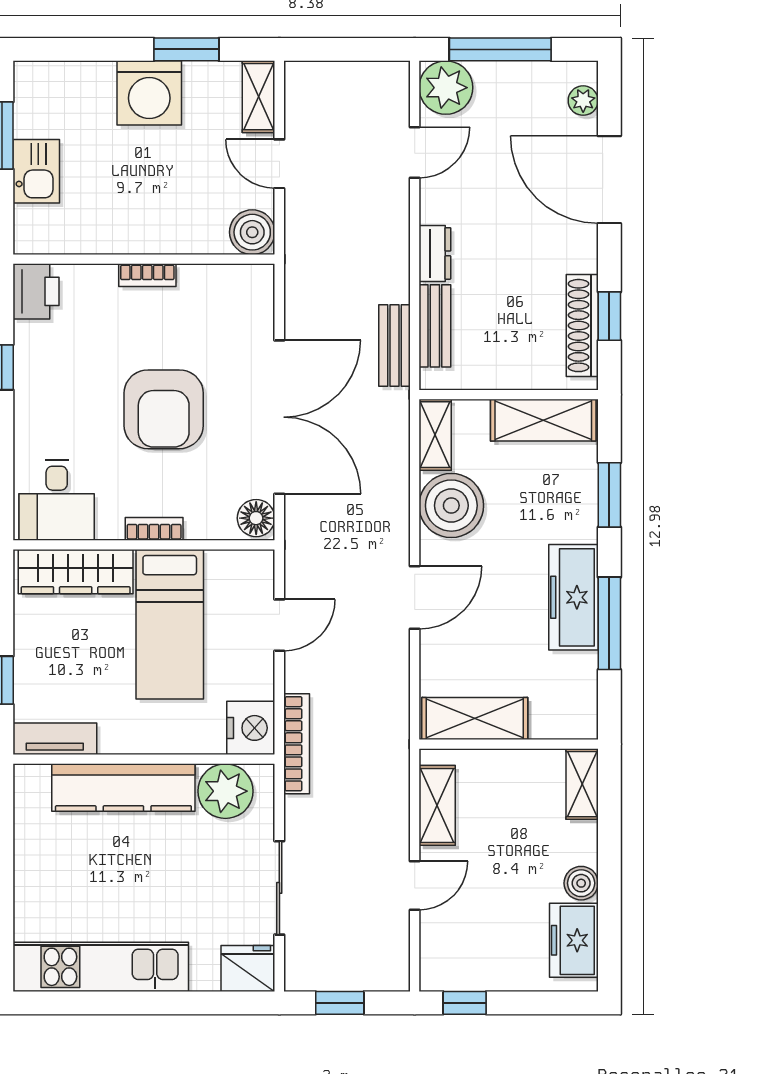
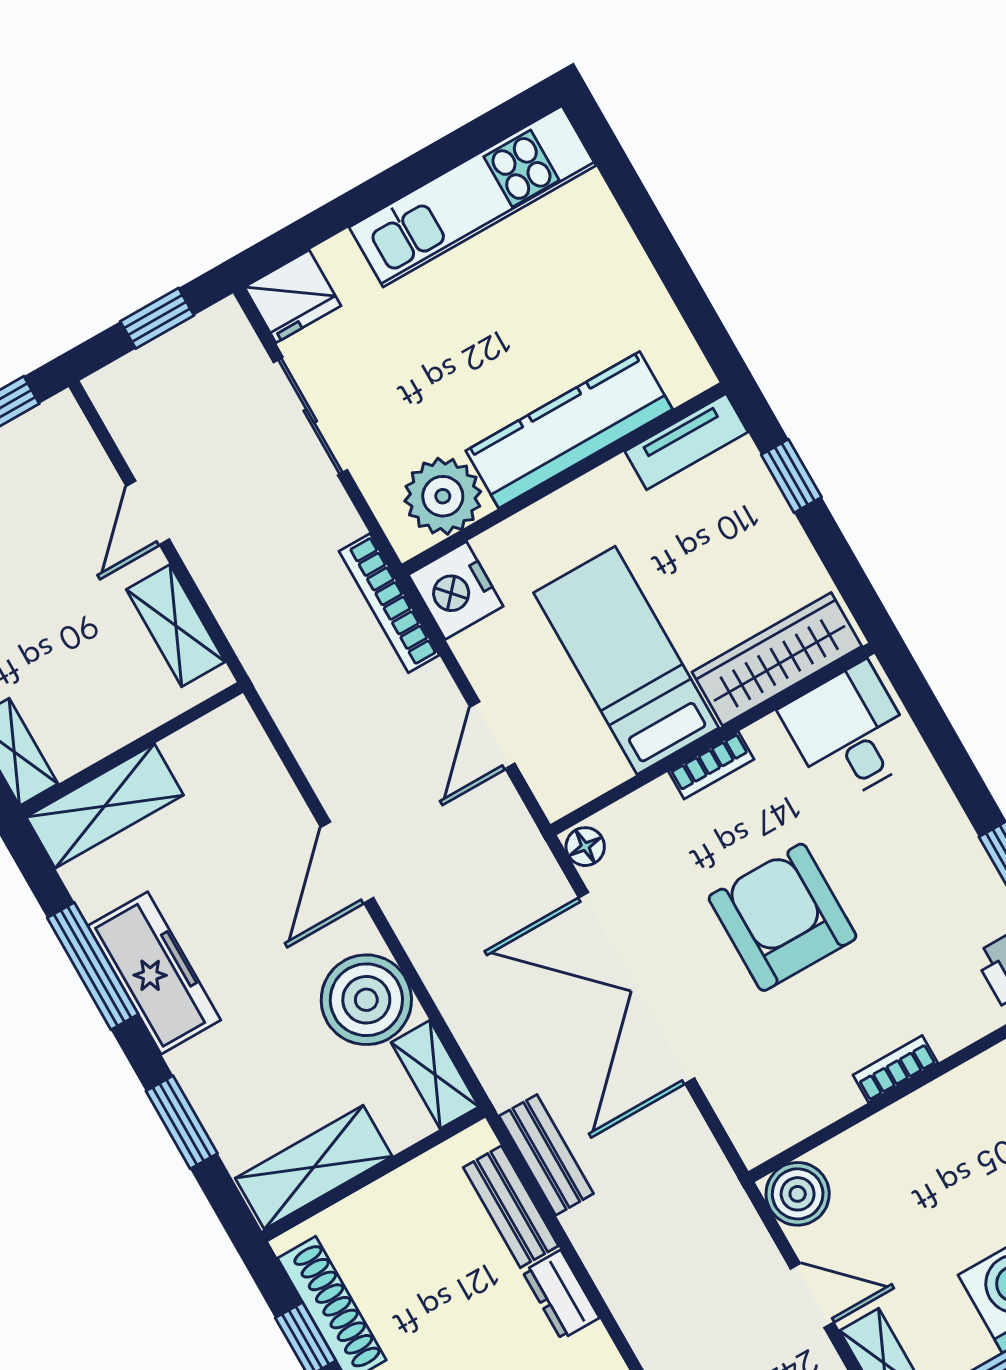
floor lamp: (256, 518) -> (585, 847), width x0.73, depth x0.73
shelving: (475, 719) -> (105, 806), moved

